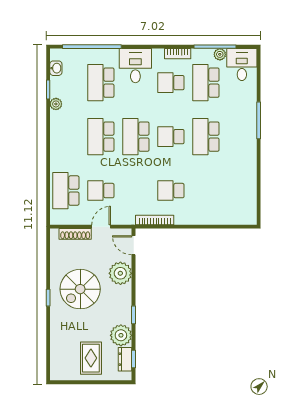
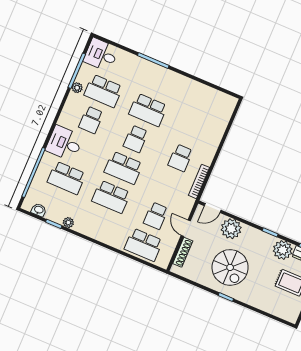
bookcase: (178, 54) -> (69, 104), removed
plant: (220, 54) -> (77, 88), moved

